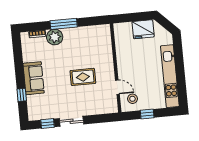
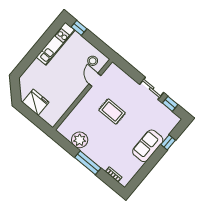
plant: (55, 37) -> (80, 140), moved
kitchen unit: (170, 76) -> (56, 44), width x0.73
window: (147, 114) -> (79, 28), moved

